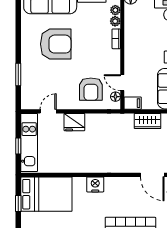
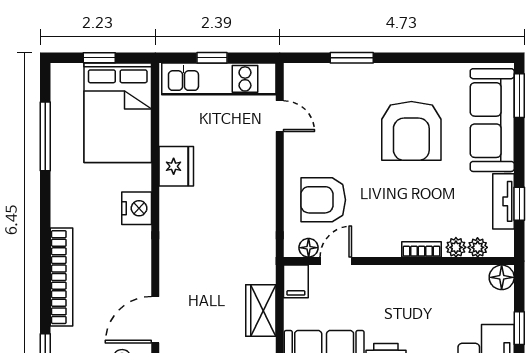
fridge: (74, 122) -> (176, 166), moved, turned 180

